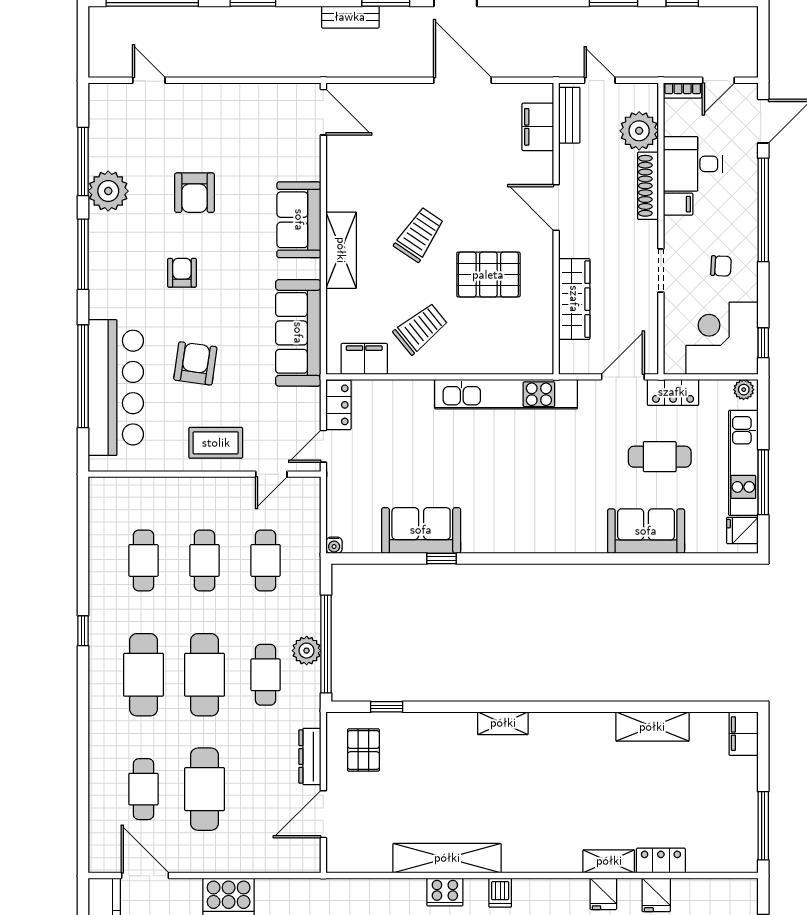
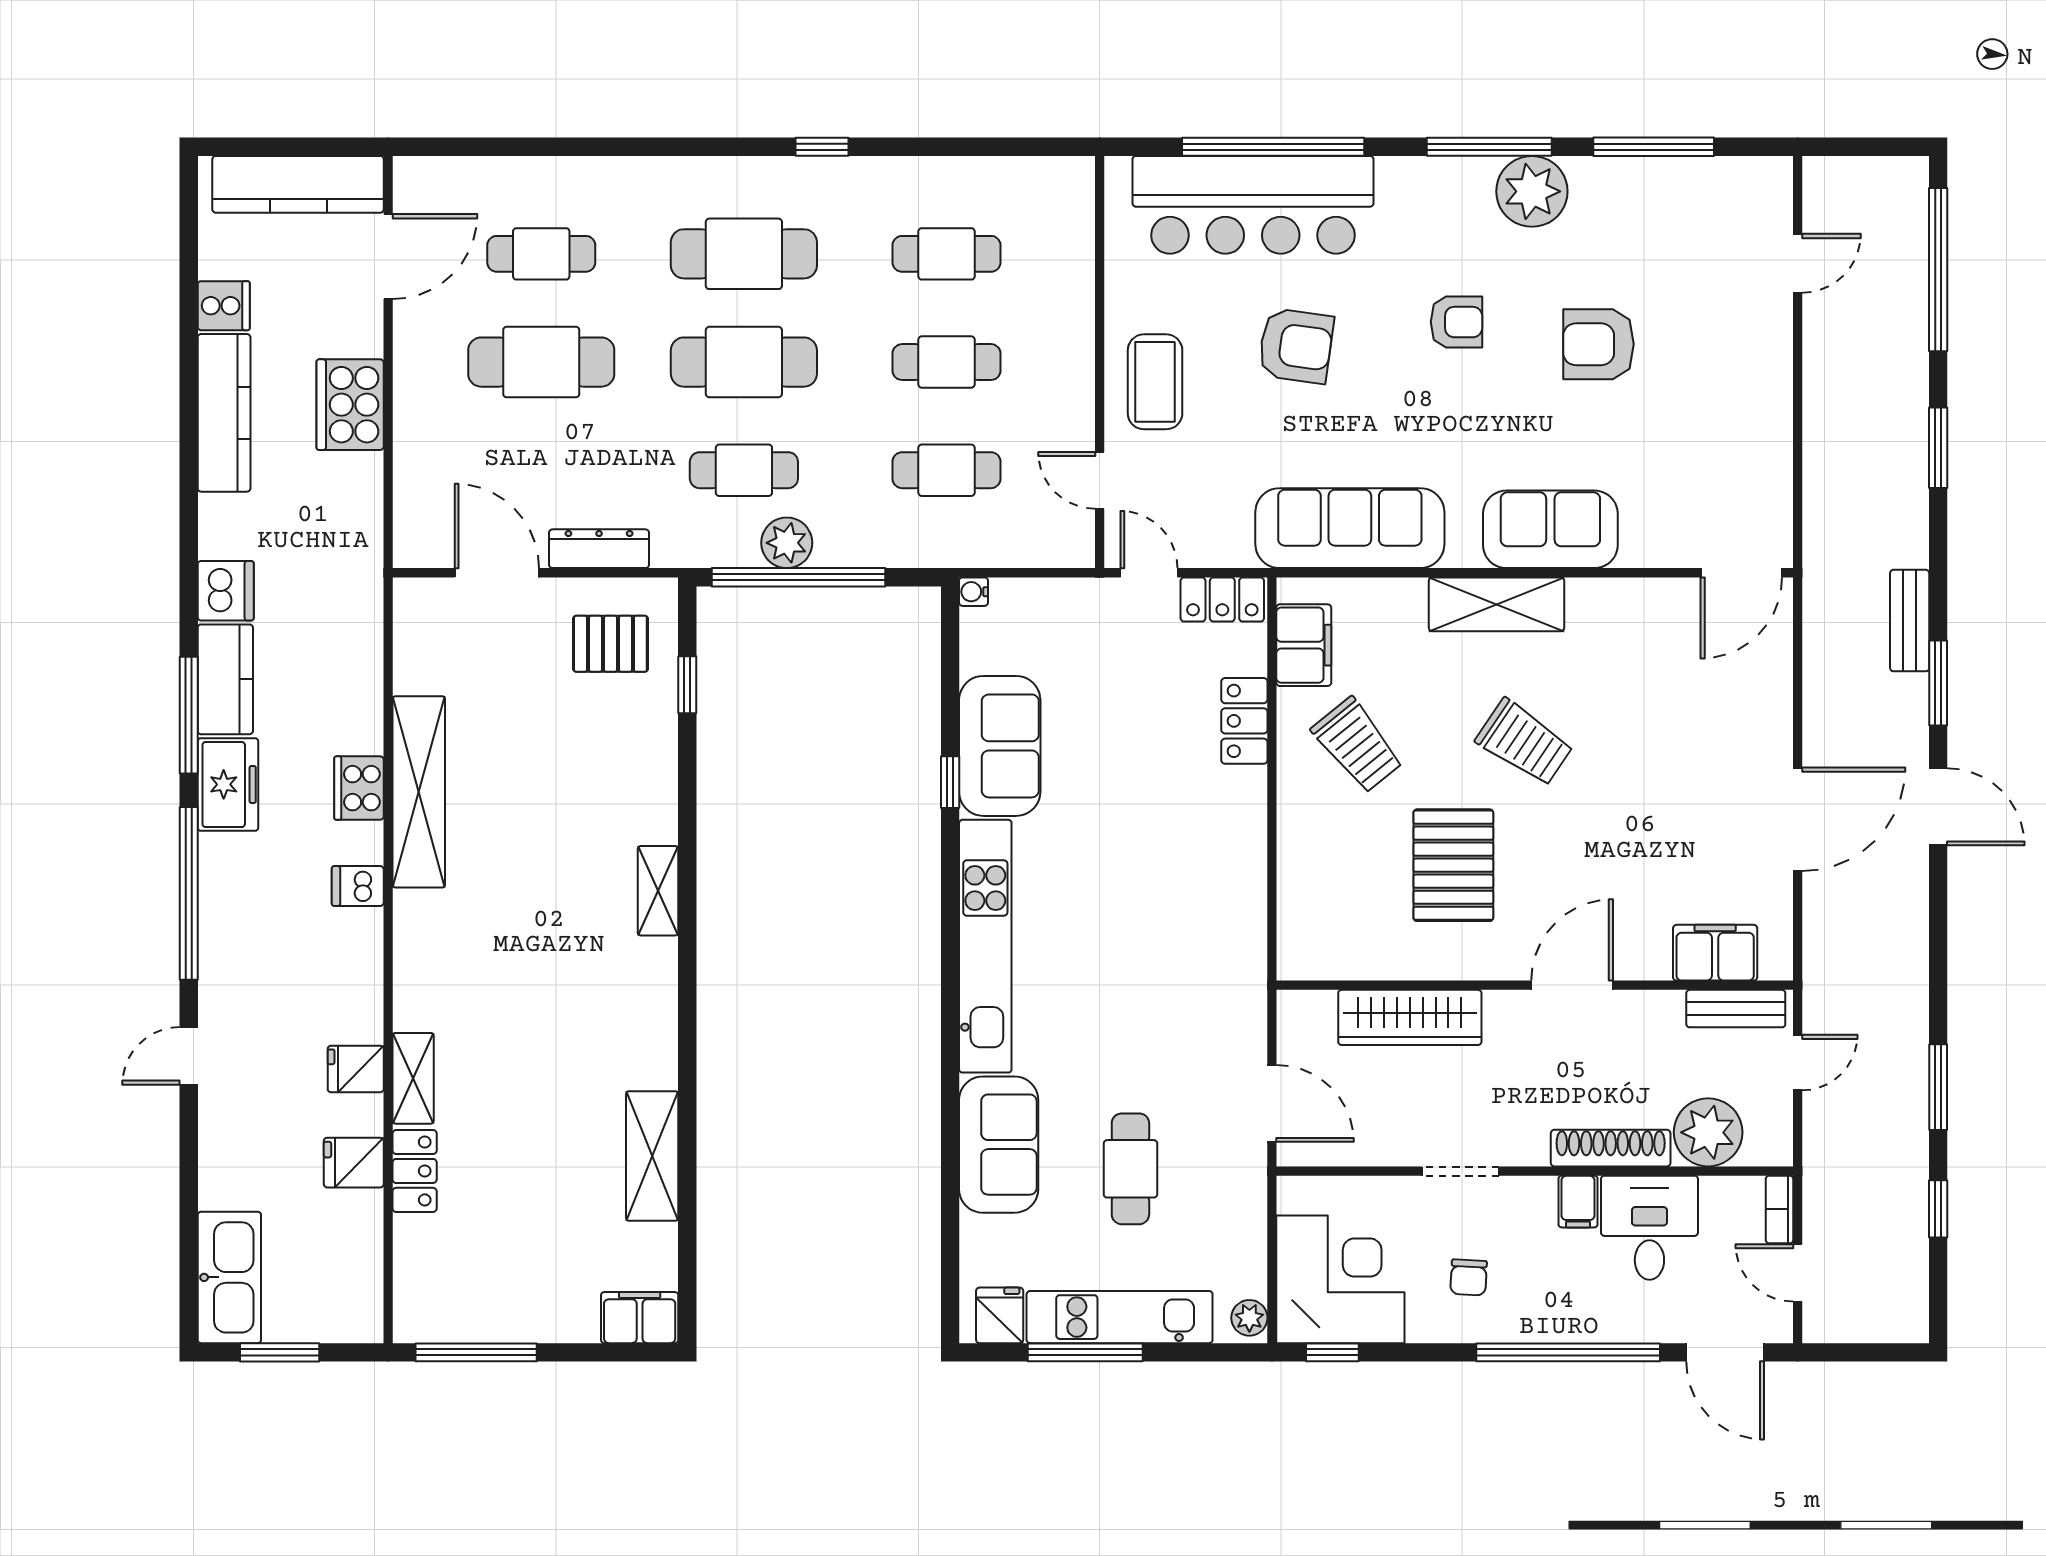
plant: (108, 191) -> (1532, 191), moved
locker: (673, 392) -> (1244, 721), moved
kitchen unit: (506, 394) -> (985, 946), moved, turned 180

